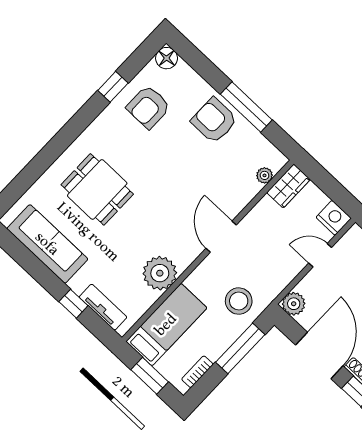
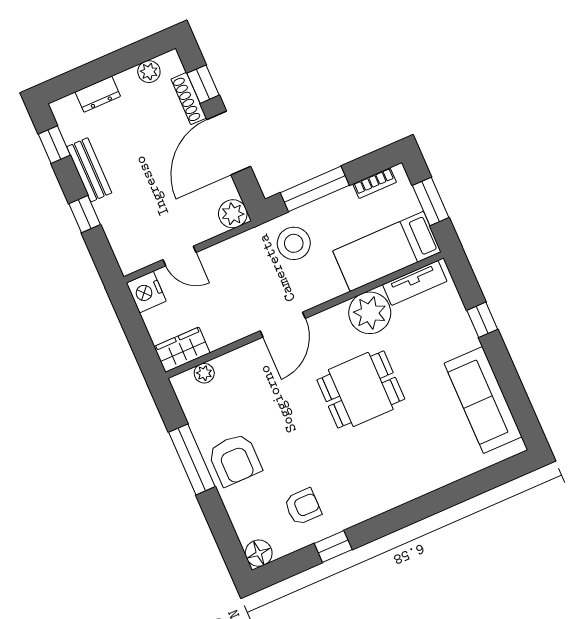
armchair: (148, 107) -> (303, 507), width x0.72, depth x0.72
dining table: (97, 189) -> (361, 389), moved, turned 90
tv unit: (103, 307) -> (415, 283), moved, turned -90

